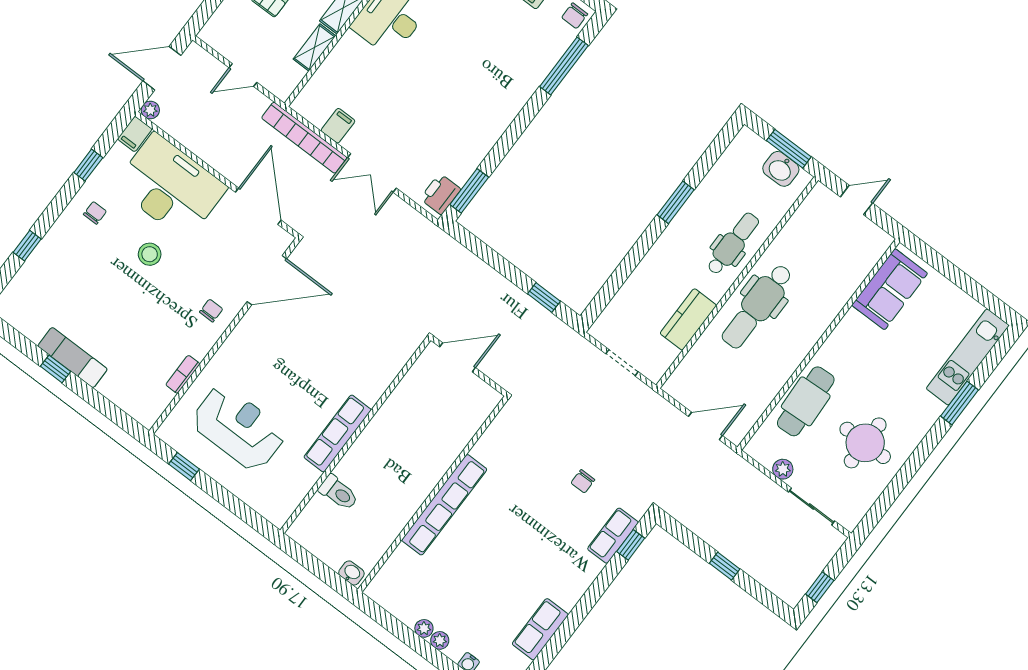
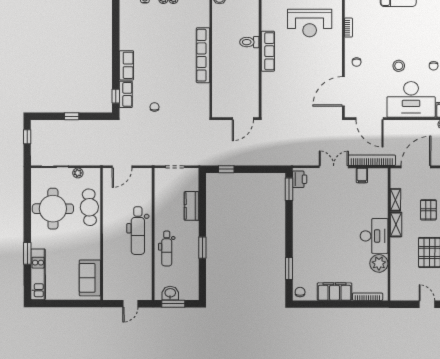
window: (564, 66) -> (289, 269), width x0.69
door: (243, 75) -> (416, 167), width x1.87
dental chair: (757, 306) -> (138, 231), turned 180
kitchen counter: (688, 319) -> (192, 206), moved, turned 180
round table: (865, 443) -> (53, 209), width x1.36, depth x1.36
toilet: (338, 493) -> (249, 42), moved
row of seats: (540, 629) -> (126, 65), moved

